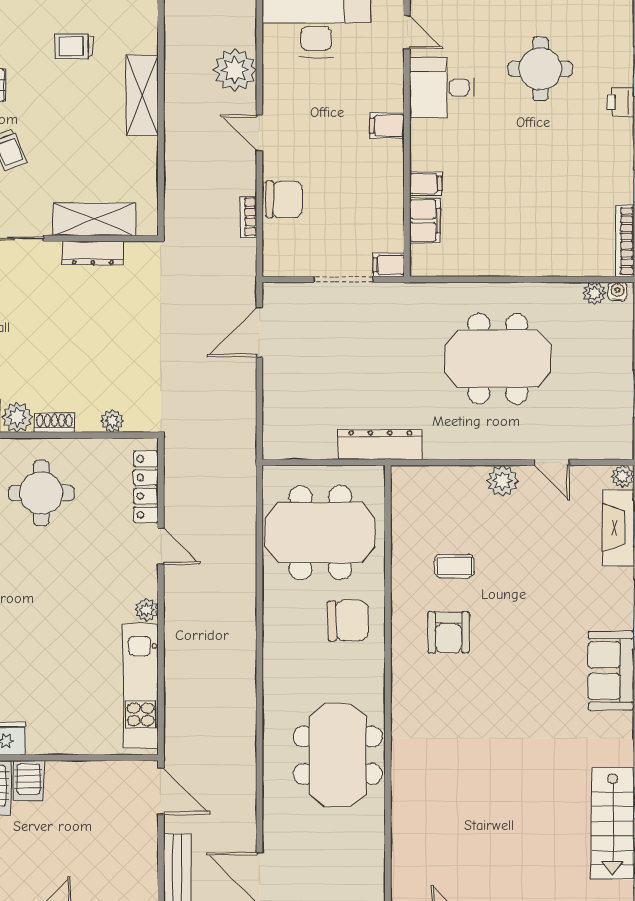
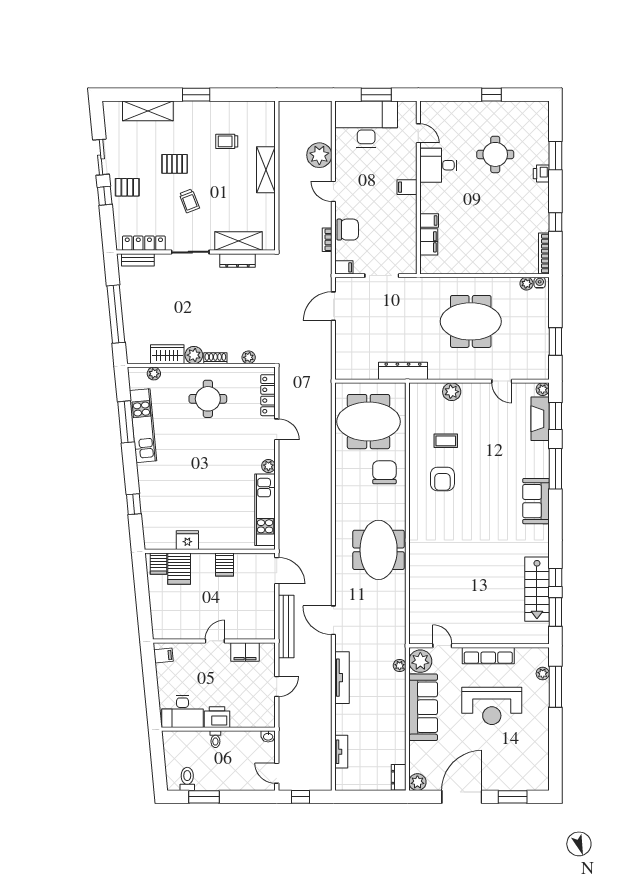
filing cabinet: (389, 265) -> (344, 267), moved, turned 180
plant: (502, 481) -> (452, 392), moved
chair: (348, 621) -> (384, 472), turned -89
server rack: (28, 781) -> (224, 564), moved

